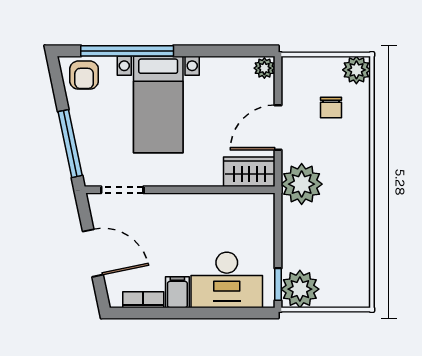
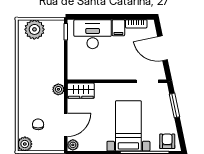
door: (278, 128) -> (66, 125), moved
window: (70, 144) -> (174, 105), width x0.69
plant: (302, 184) -> (58, 89), width x0.53, depth x0.53
plant: (300, 289) -> (34, 29), moved

